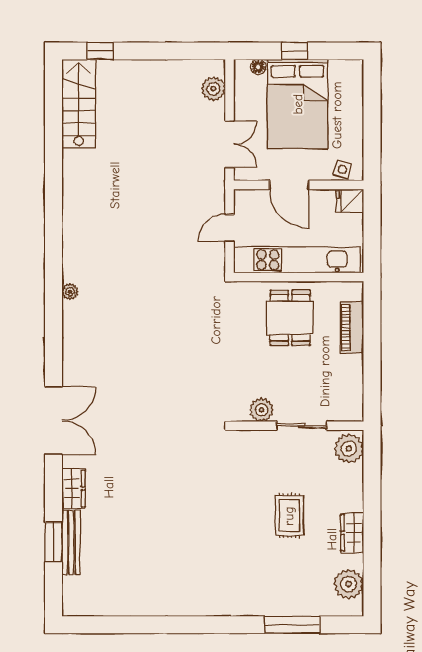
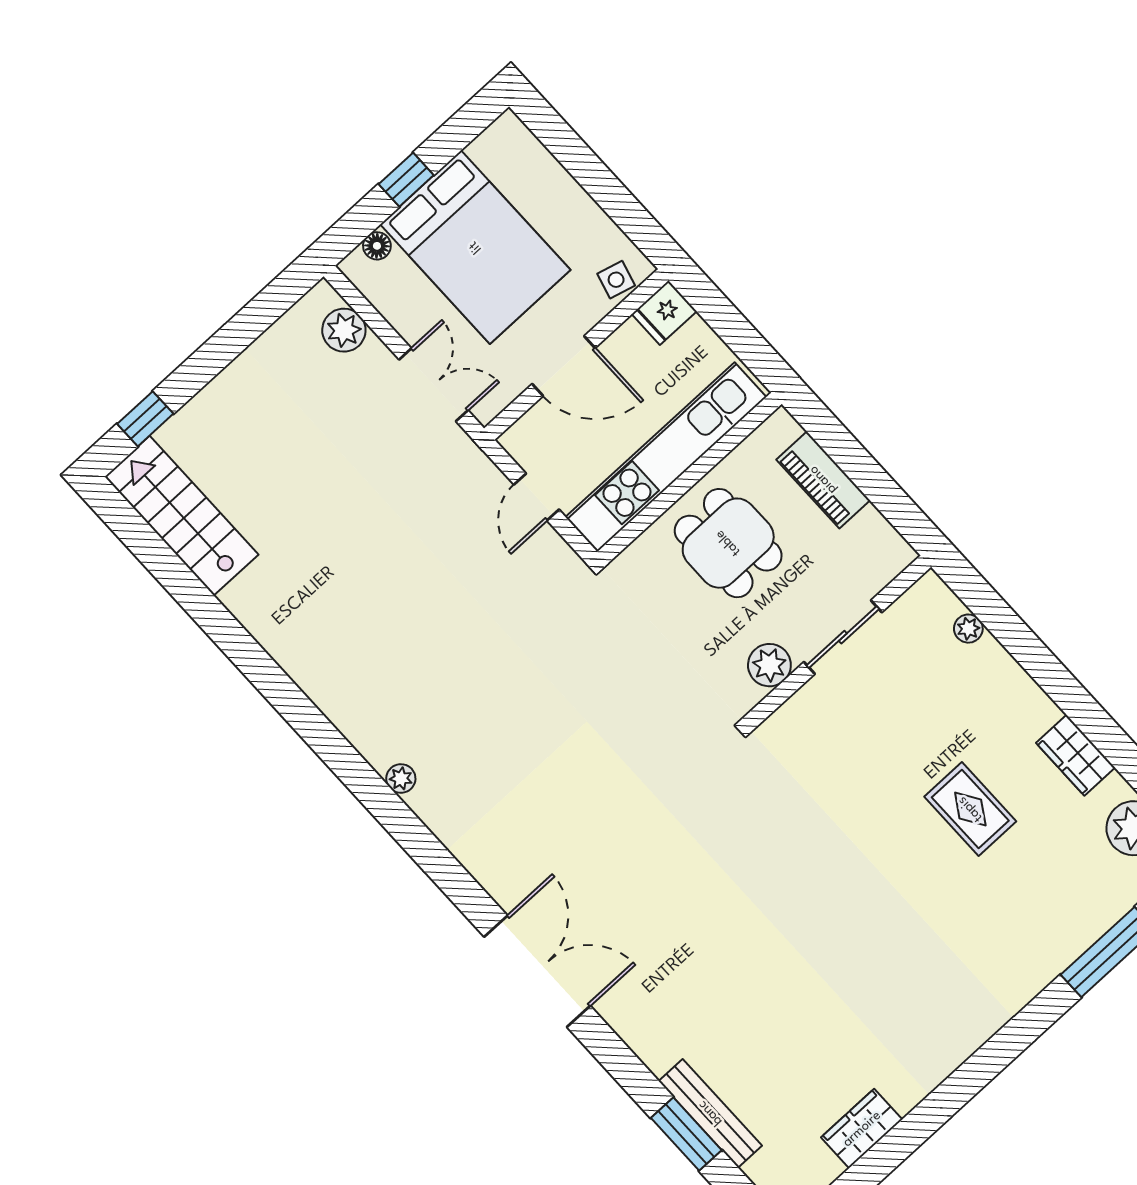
plant: (261, 410) -> (769, 665), moved
wall: (299, 426) -> (839, 641), moved
sliding door: (302, 426) -> (843, 637), moved
plant: (349, 449) -> (968, 629), width x0.53, depth x0.53
wardrobe: (74, 488) -> (862, 1129), moved, turned -90

